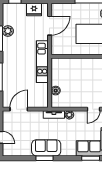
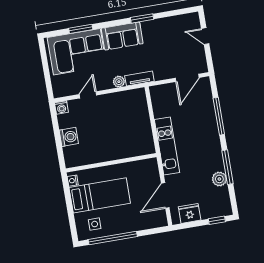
boiler: (56, 91) -> (142, 111), removed
sofa: (46, 148) -> (122, 36), moved

